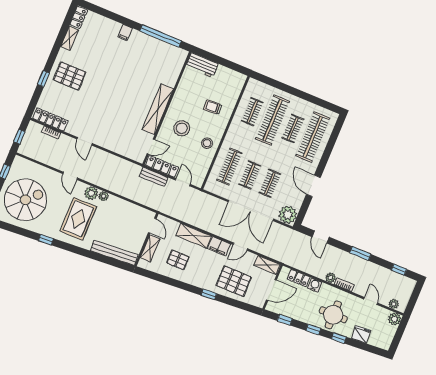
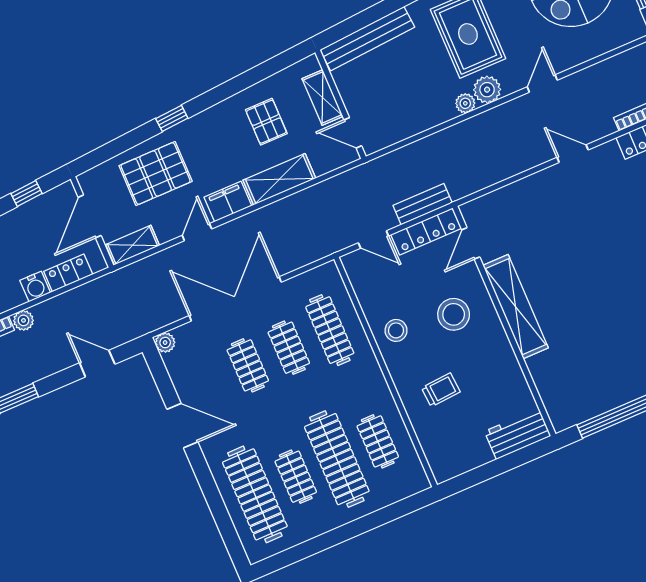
door: (70, 176) -> (542, 83), hinge flipped
plant: (288, 215) -> (165, 343), width x0.53, depth x0.53
pallet: (178, 260) -> (266, 122), turned 90

